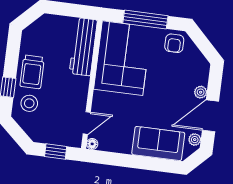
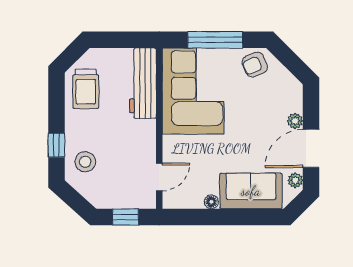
armchair: (174, 43) -> (255, 65), turned 67
trolley: (32, 72) -> (86, 89), moved
floor lamp: (92, 144) -> (211, 202), moved

